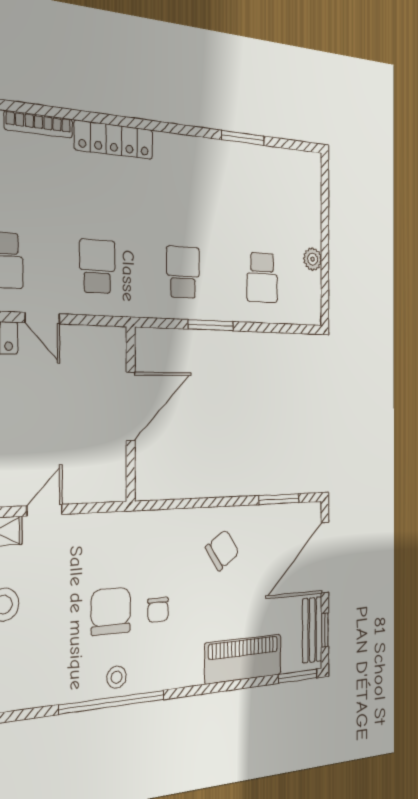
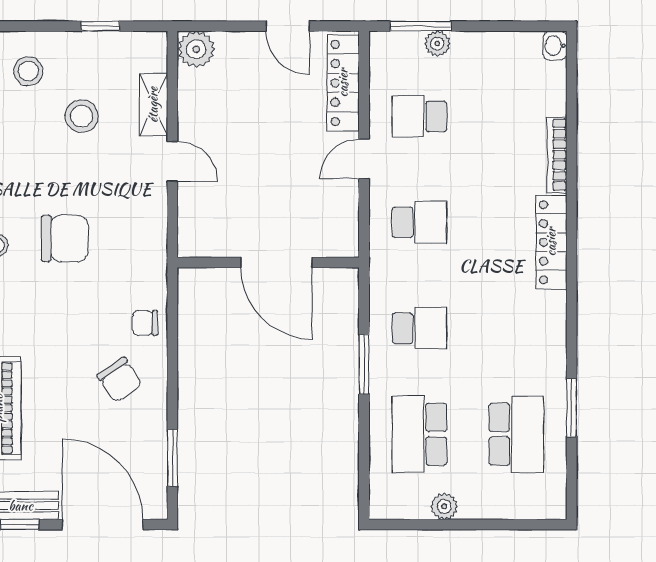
school desk: (262, 190) -> (516, 434), added
school desk: (262, 278) -> (419, 434), width x1.85
chair: (158, 610) -> (145, 323), moved

